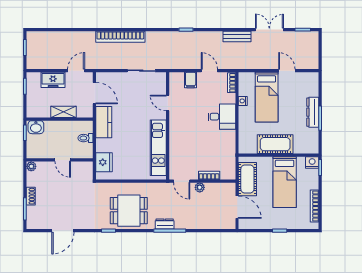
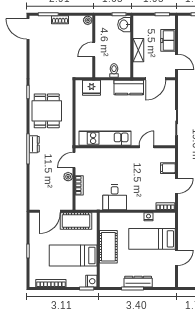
desk: (222, 117) -> (115, 197), moved
door: (63, 231) -> (28, 29), moved

